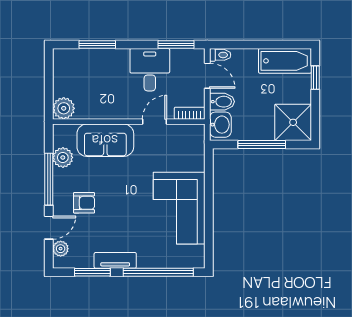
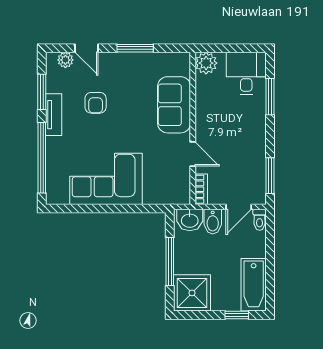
desk: (150, 70) -> (246, 73), moved, turned -90
plant: (63, 157) -> (157, 62), removed
window: (49, 179) -> (135, 48), width x0.69
armchair: (84, 203) -> (96, 103), moved

